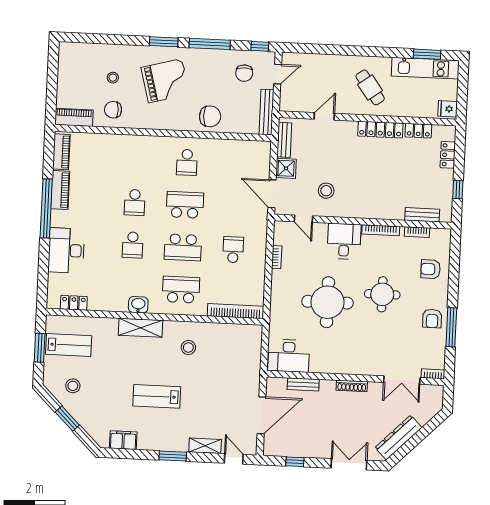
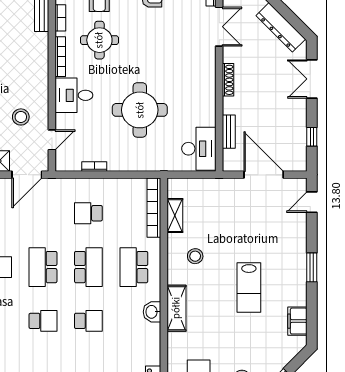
round table: (382, 294) -> (99, 40), moved
shelving: (205, 446) -> (175, 216), moved

